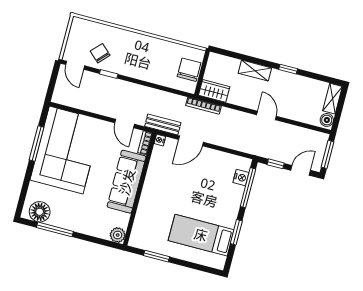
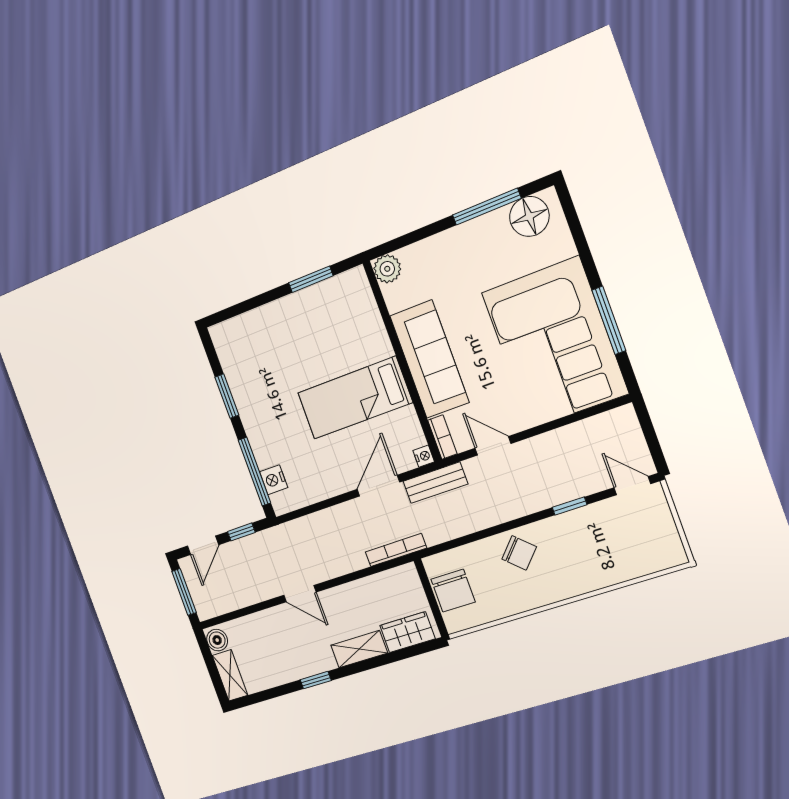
chair: (100, 53) -> (519, 553), moved
wardrobe: (214, 91) -> (407, 632), moved, turned 180
bed: (201, 235) -> (355, 398), moved, turned 180

